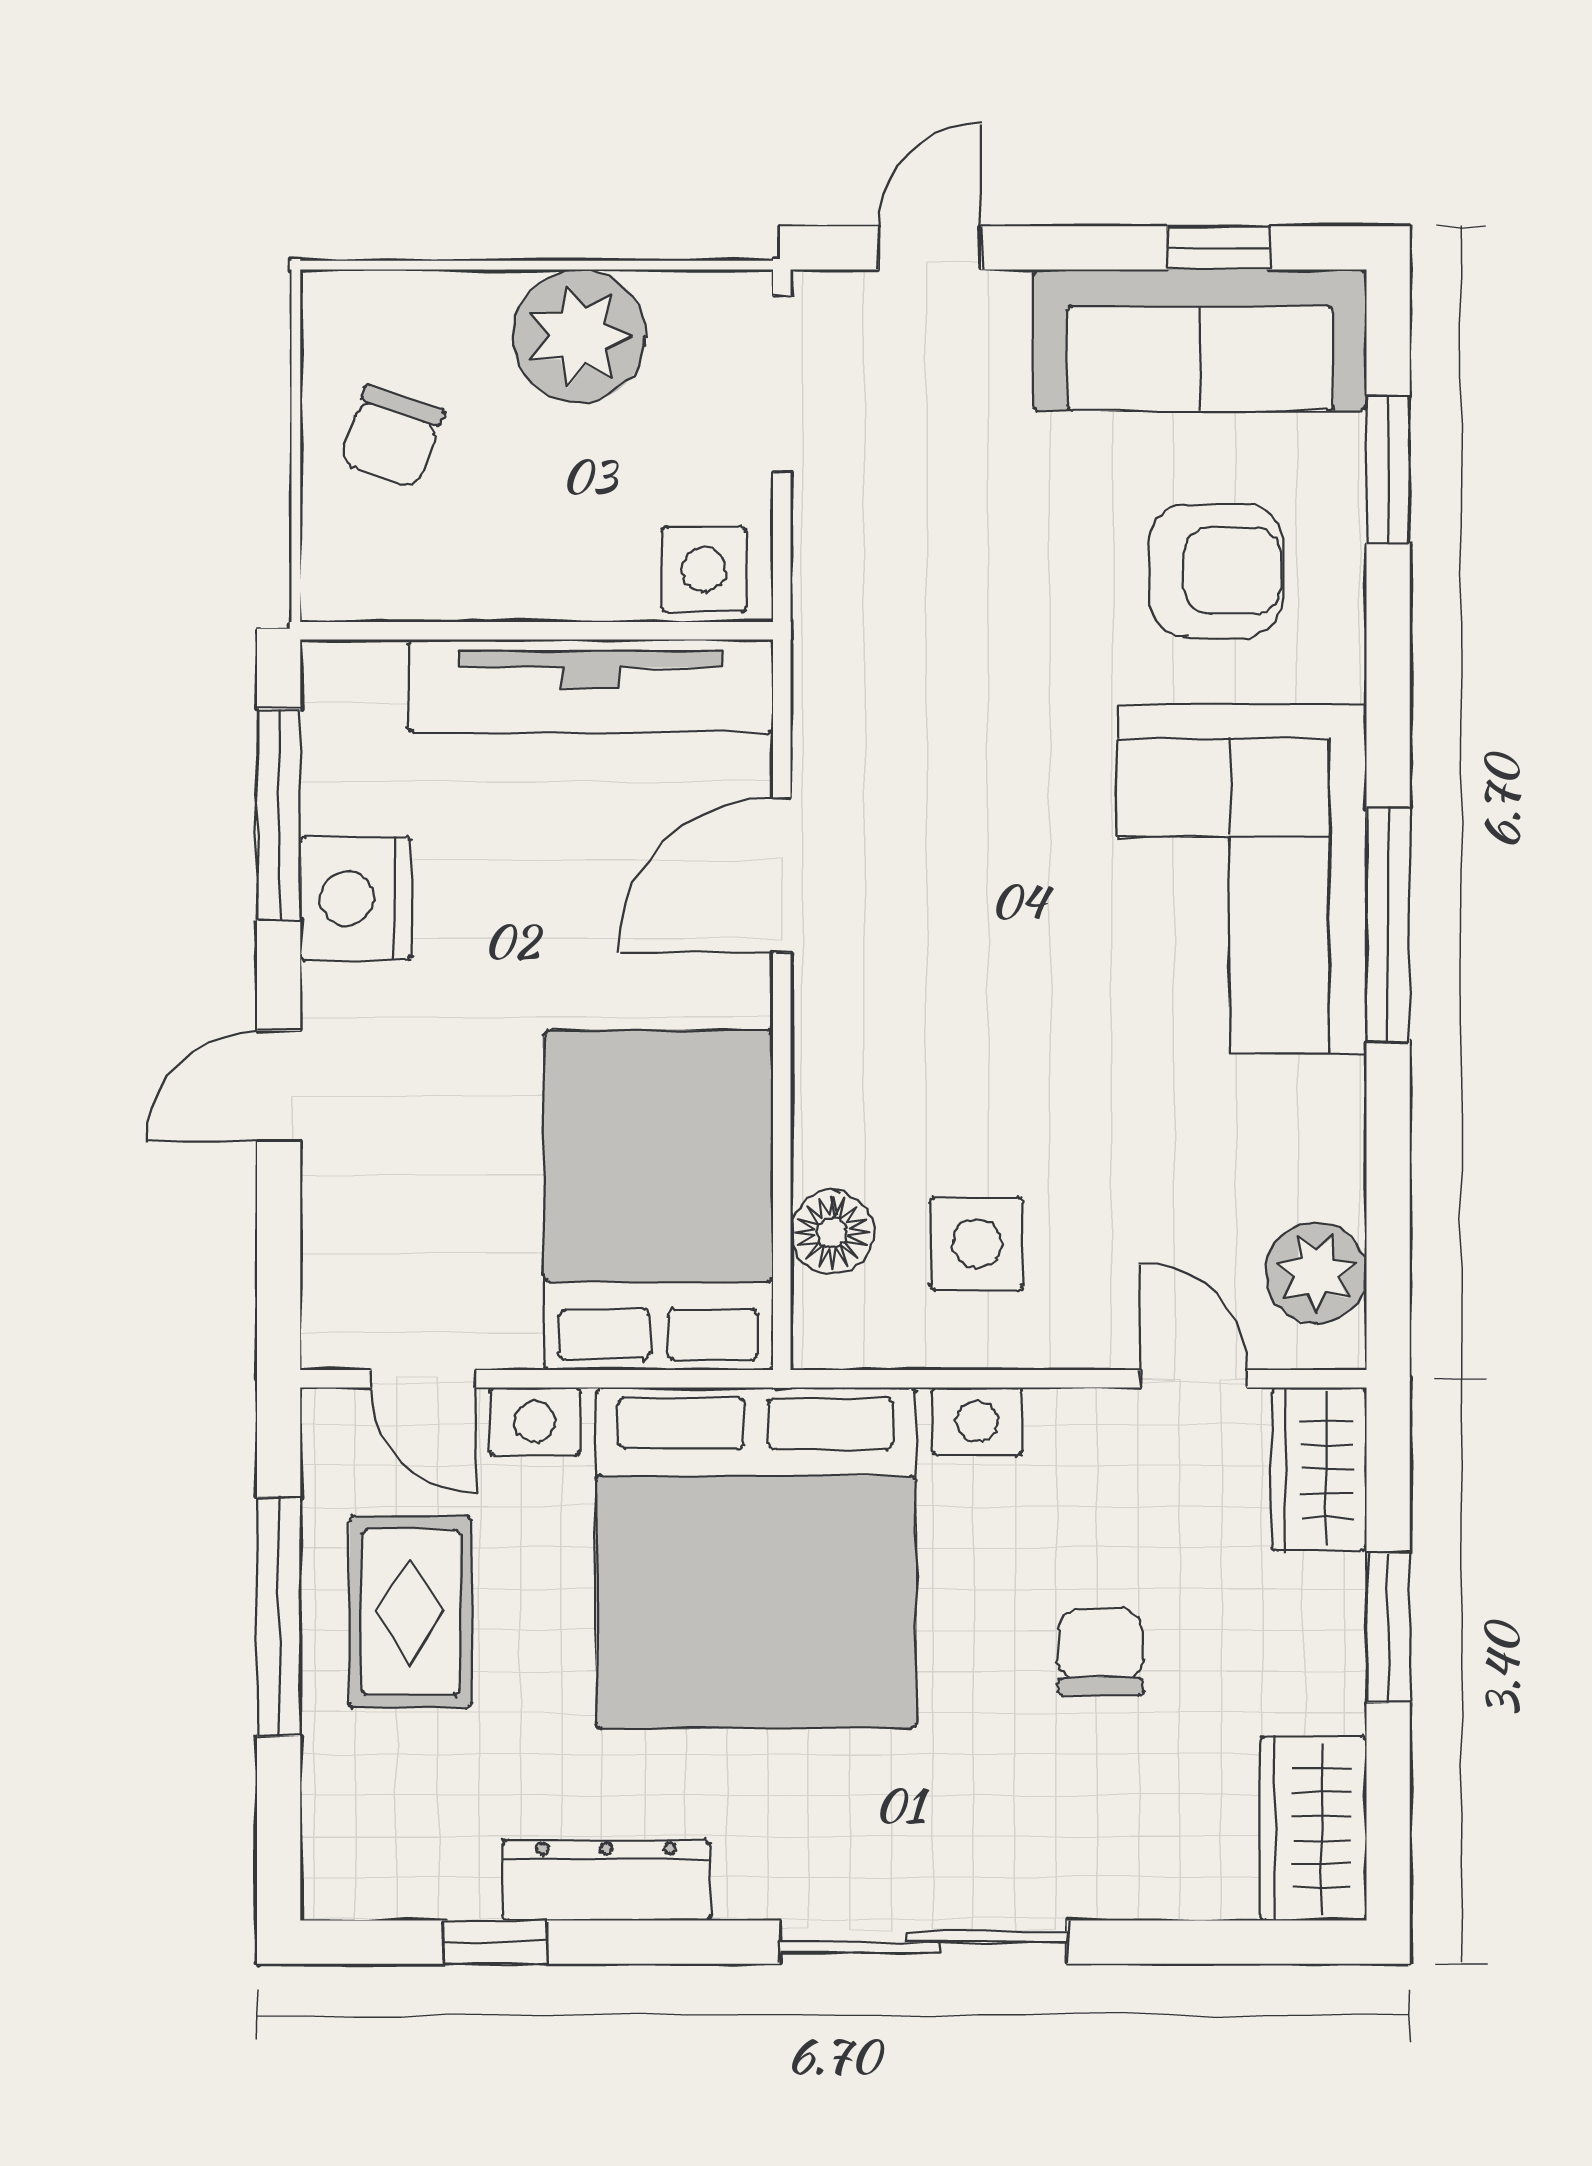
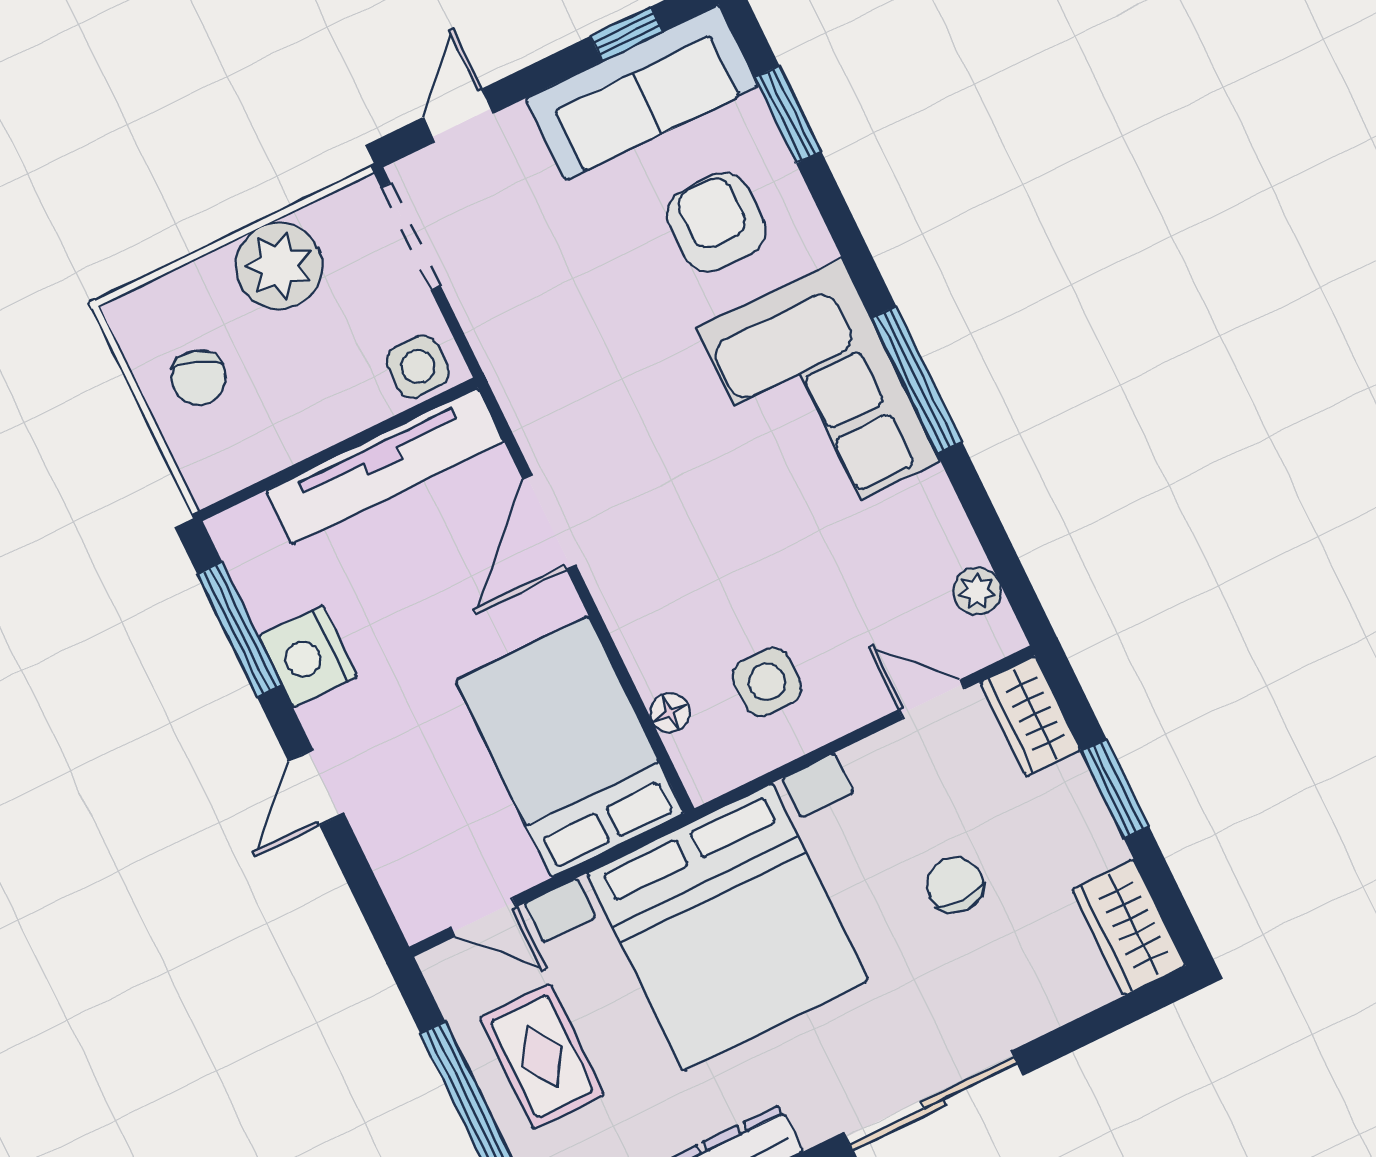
armchair: (1216, 571) -> (716, 222), turned -90
floor lamp: (832, 1232) -> (670, 713), width x0.73, depth x0.73
plant: (1316, 1273) -> (977, 591), width x0.73, depth x0.73

